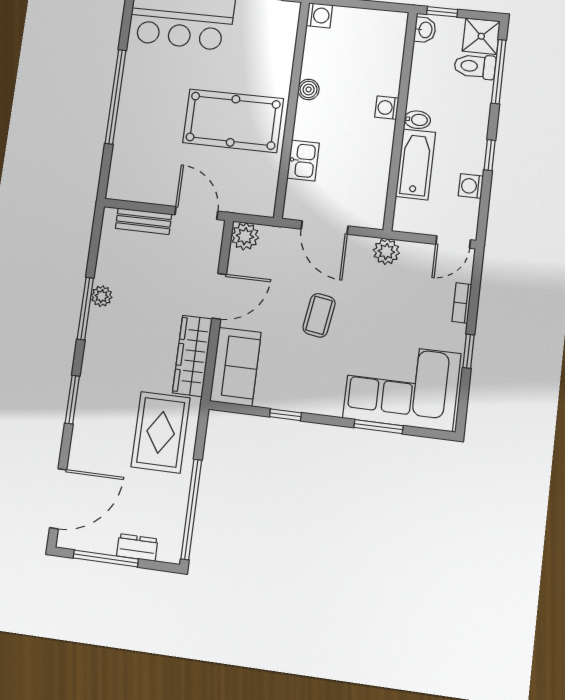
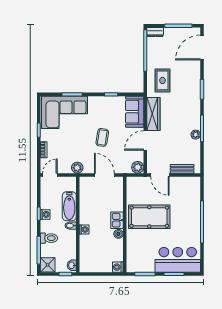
toilet: (475, 66) -> (49, 238), moved
kitchen sink: (303, 161) -> (117, 220), moved
washing machine: (471, 186) -> (45, 214), moved
rug: (161, 432) -> (162, 80), width x0.73, depth x0.70
dresser: (137, 547) -> (155, 32), moved

